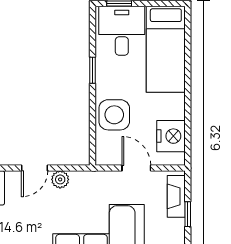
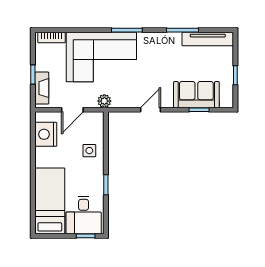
side table: (114, 115) -> (89, 151), width x0.54, depth x0.54
door: (136, 168) -> (72, 110), hinge flipped
plant: (60, 179) -> (104, 101), moved

